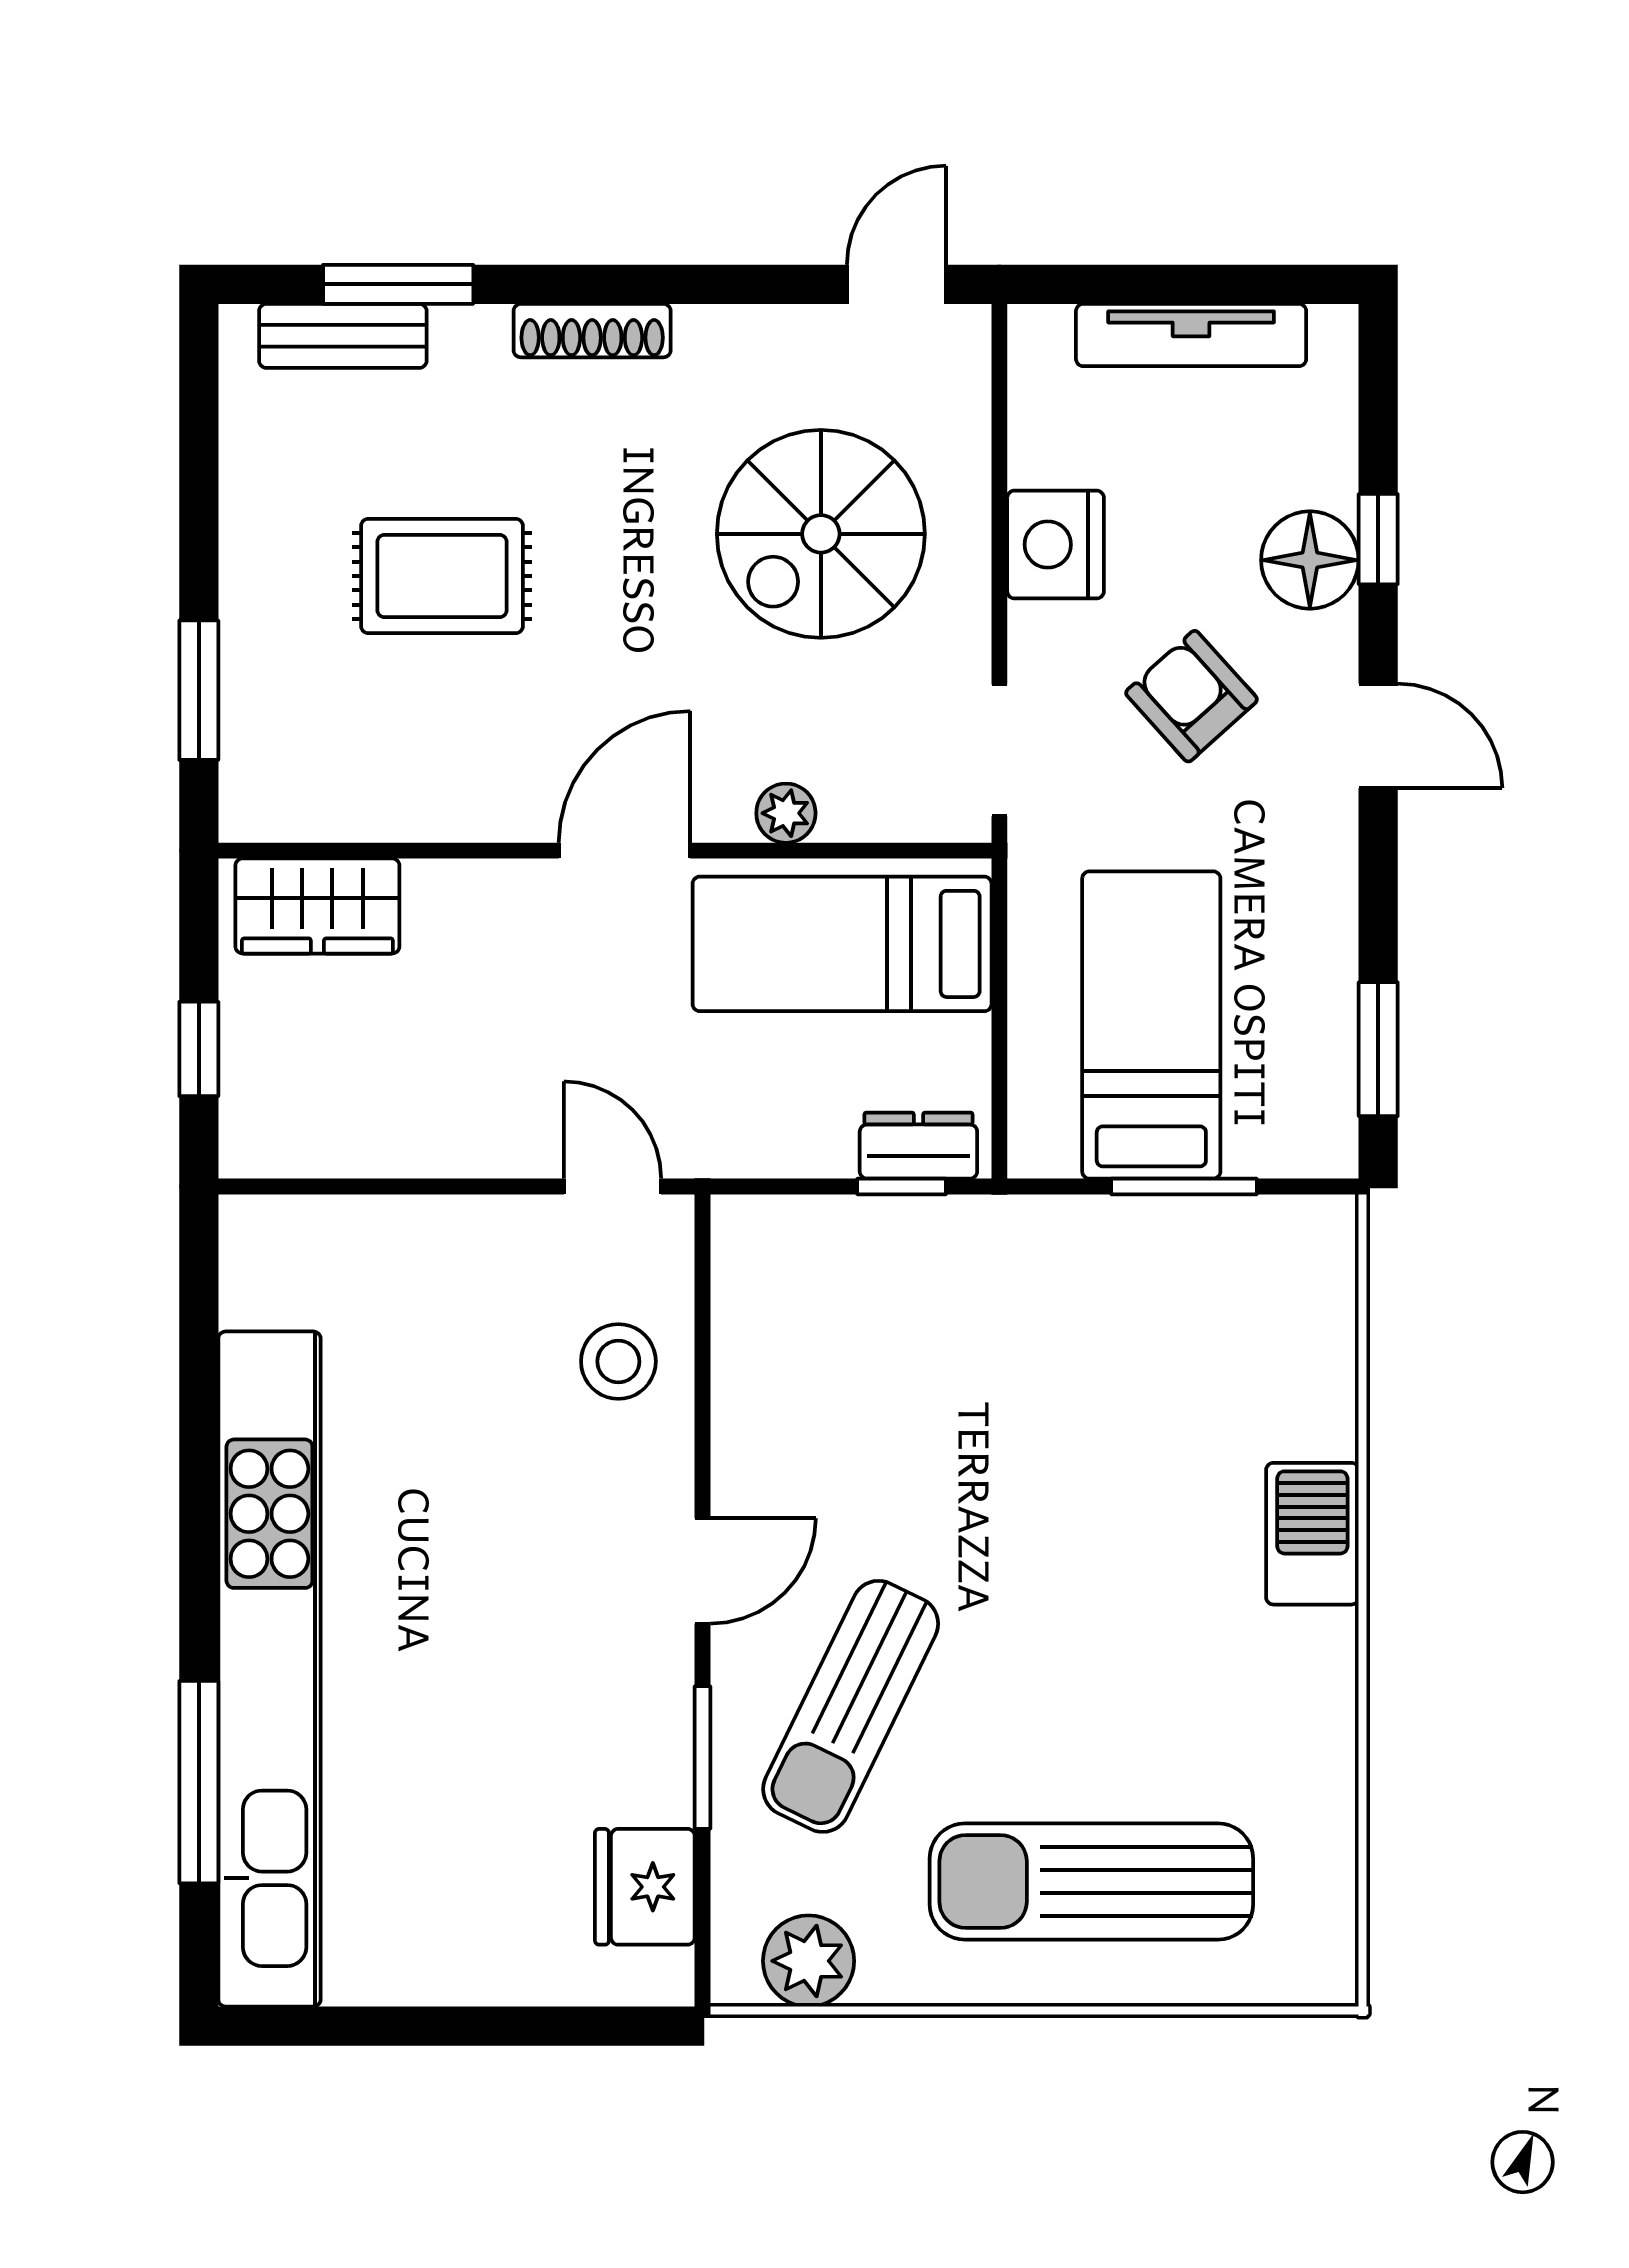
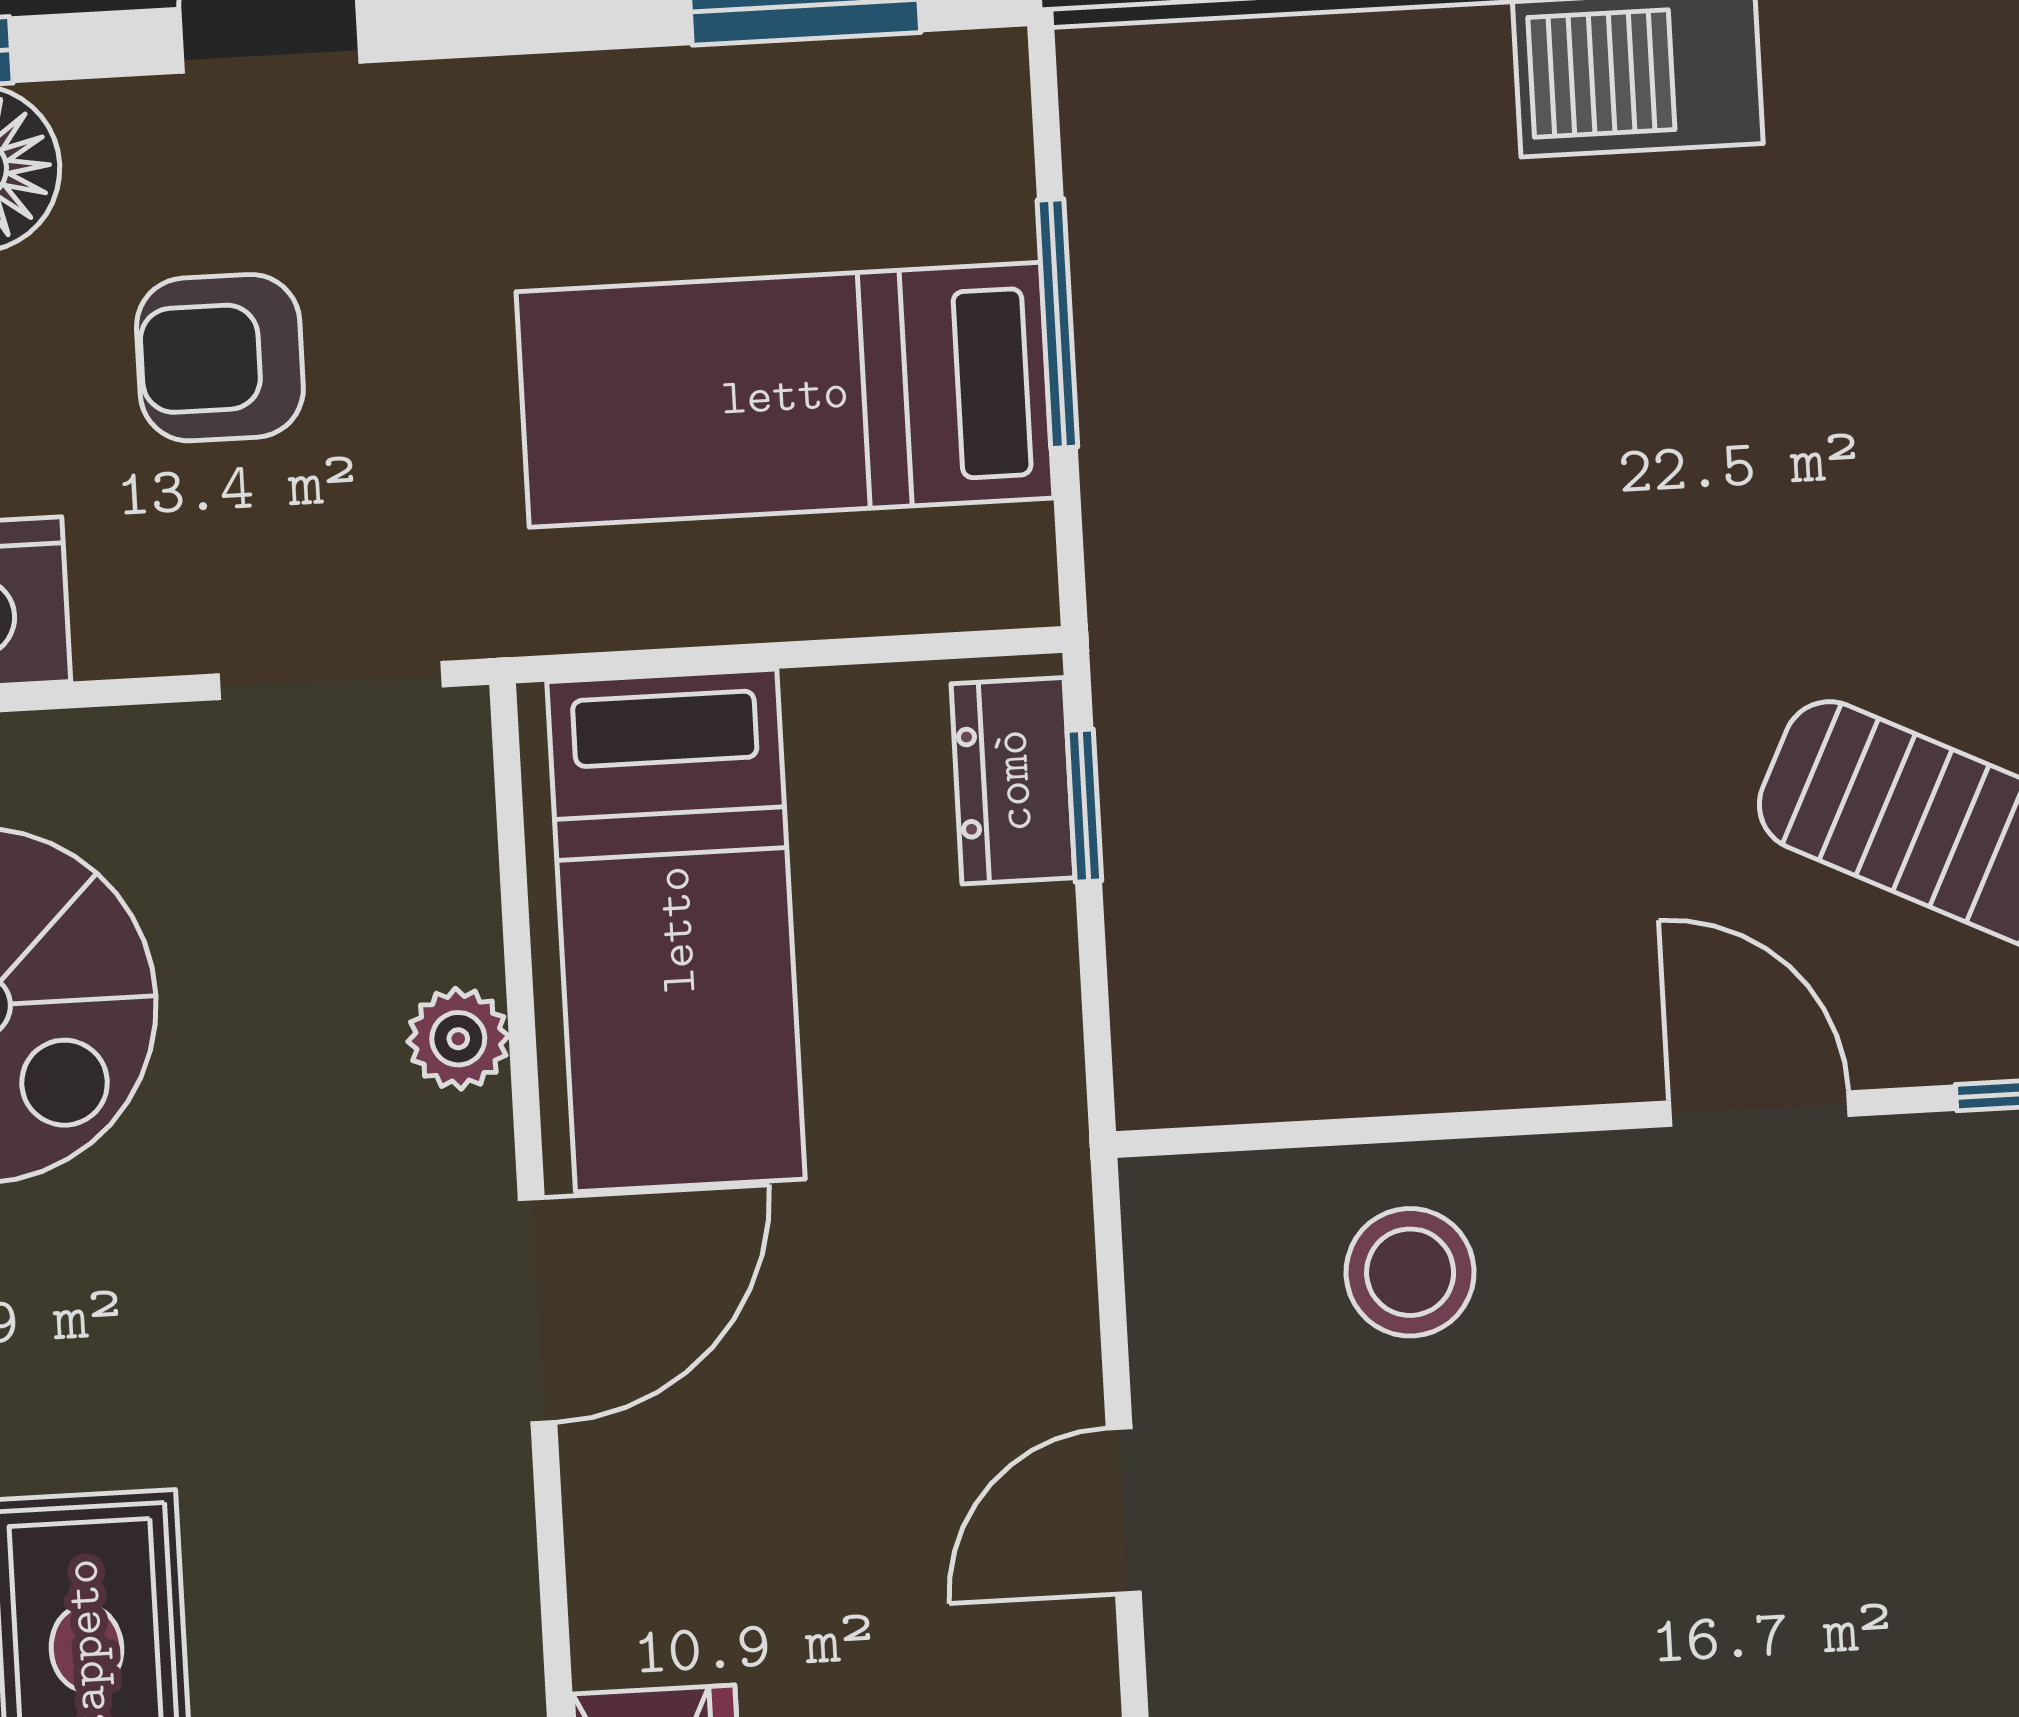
armchair: (1192, 696) -> (220, 358), turned 42
door: (625, 851) -> (538, 1310), swing flipped
door: (612, 1186) -> (1124, 1511), moved

